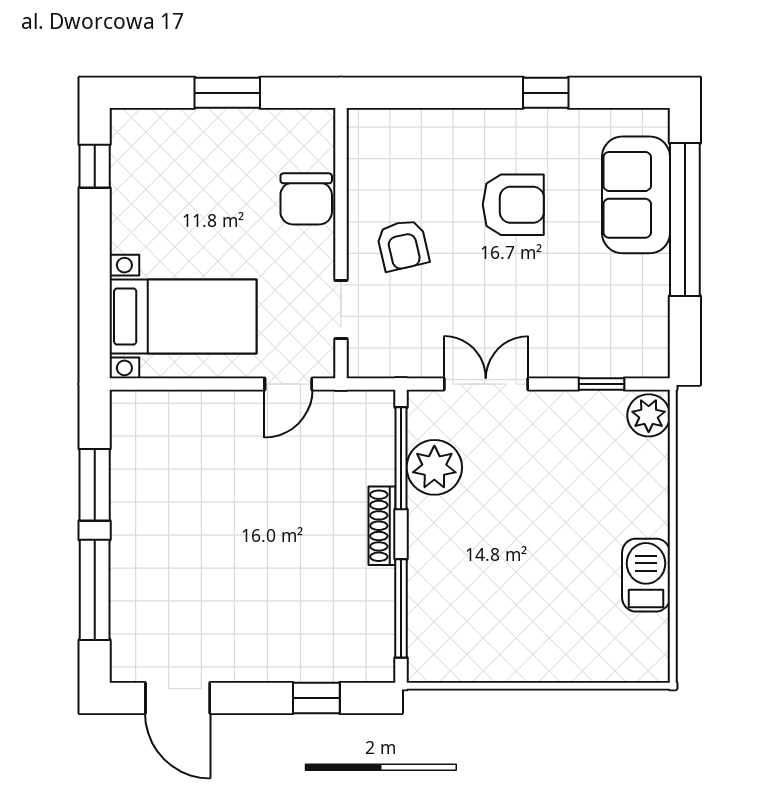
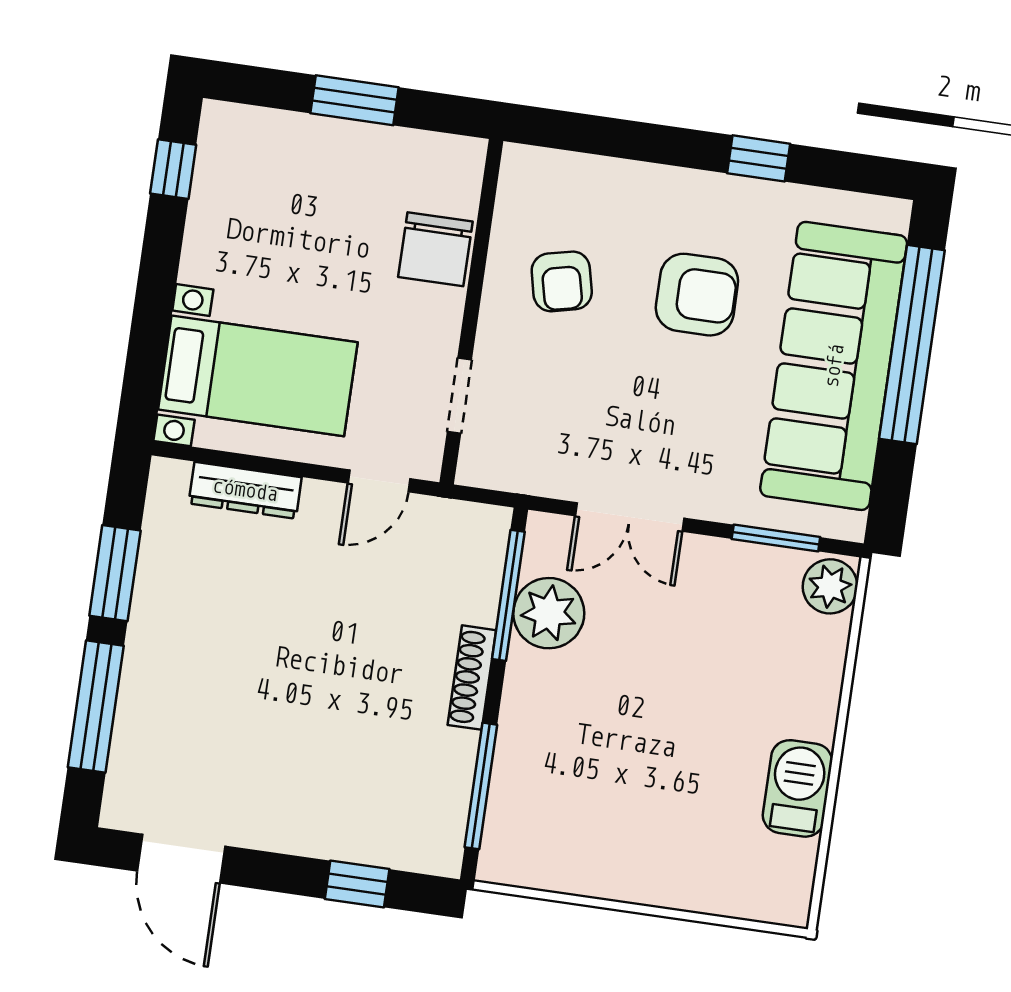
sofa: (636, 195) -> (834, 366), width x1.85, depth x1.27
armchair: (403, 245) -> (562, 281), moved
double door: (486, 384) -> (630, 517), swing flipped
window: (601, 384) -> (776, 538), width x1.50
dresser: (186, 406) -> (245, 490), added

